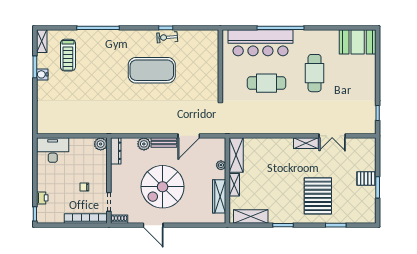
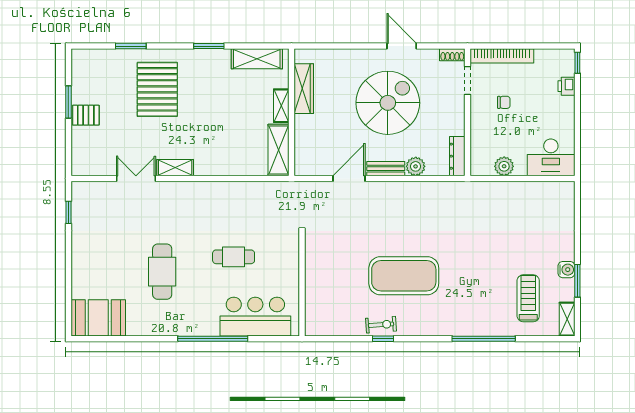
bar counter: (260, 43) -> (255, 317), width x0.73
cafe table: (266, 83) -> (234, 257), width x0.73, depth x0.74
plant: (101, 144) -> (504, 166), moved
plant: (221, 165) -> (301, 135), removed

